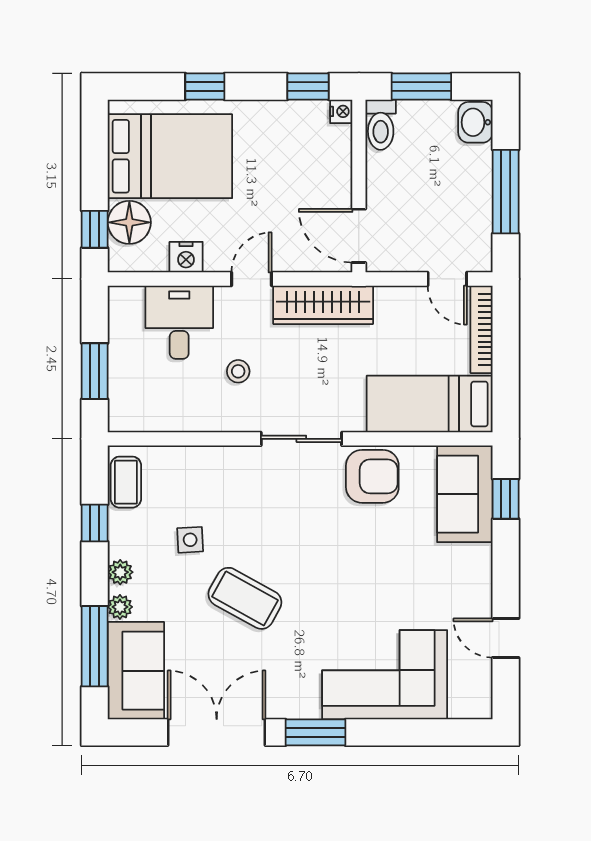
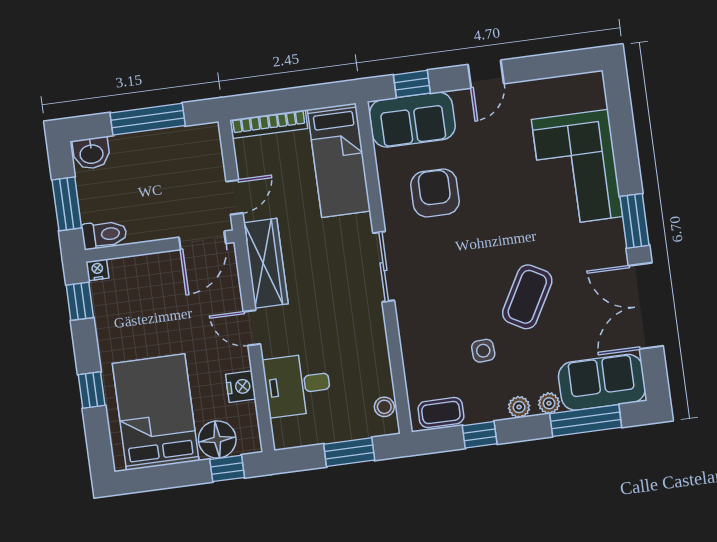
door: (447, 279) -> (234, 197), moved
stool: (238, 371) -> (384, 407), moved
armchair: (372, 476) -> (435, 193), moved
door: (506, 638) -> (486, 74), moved

